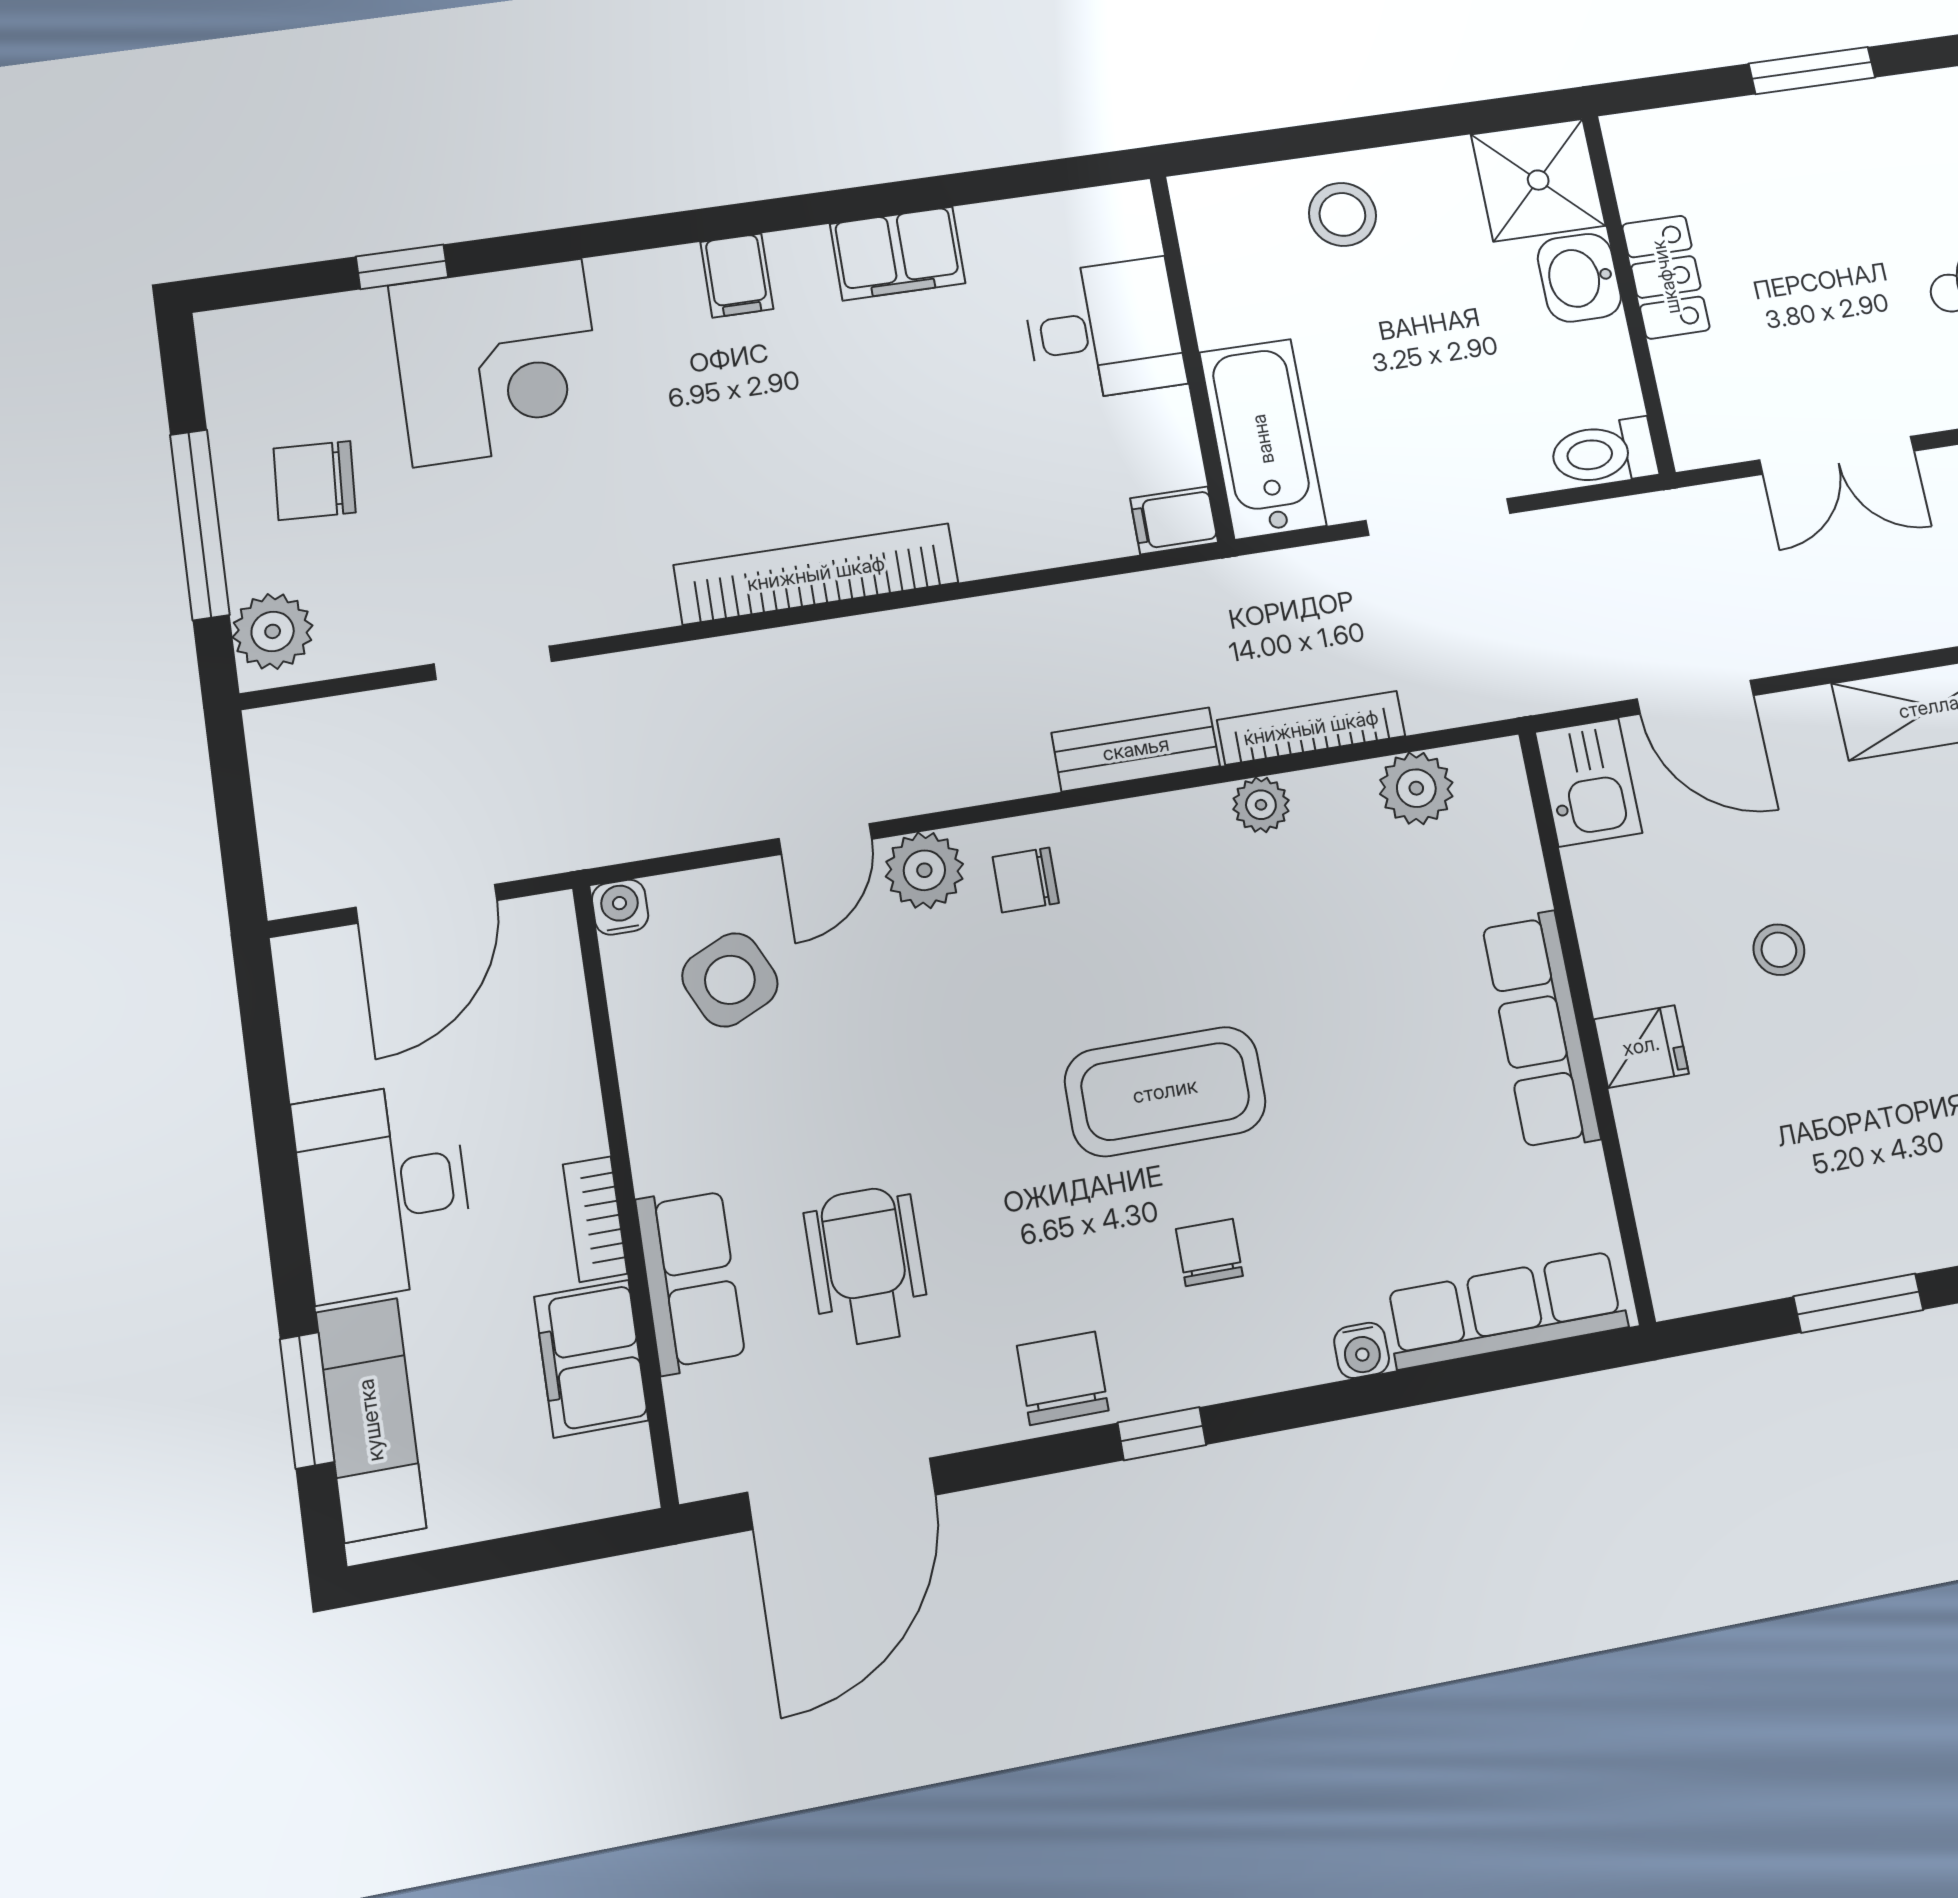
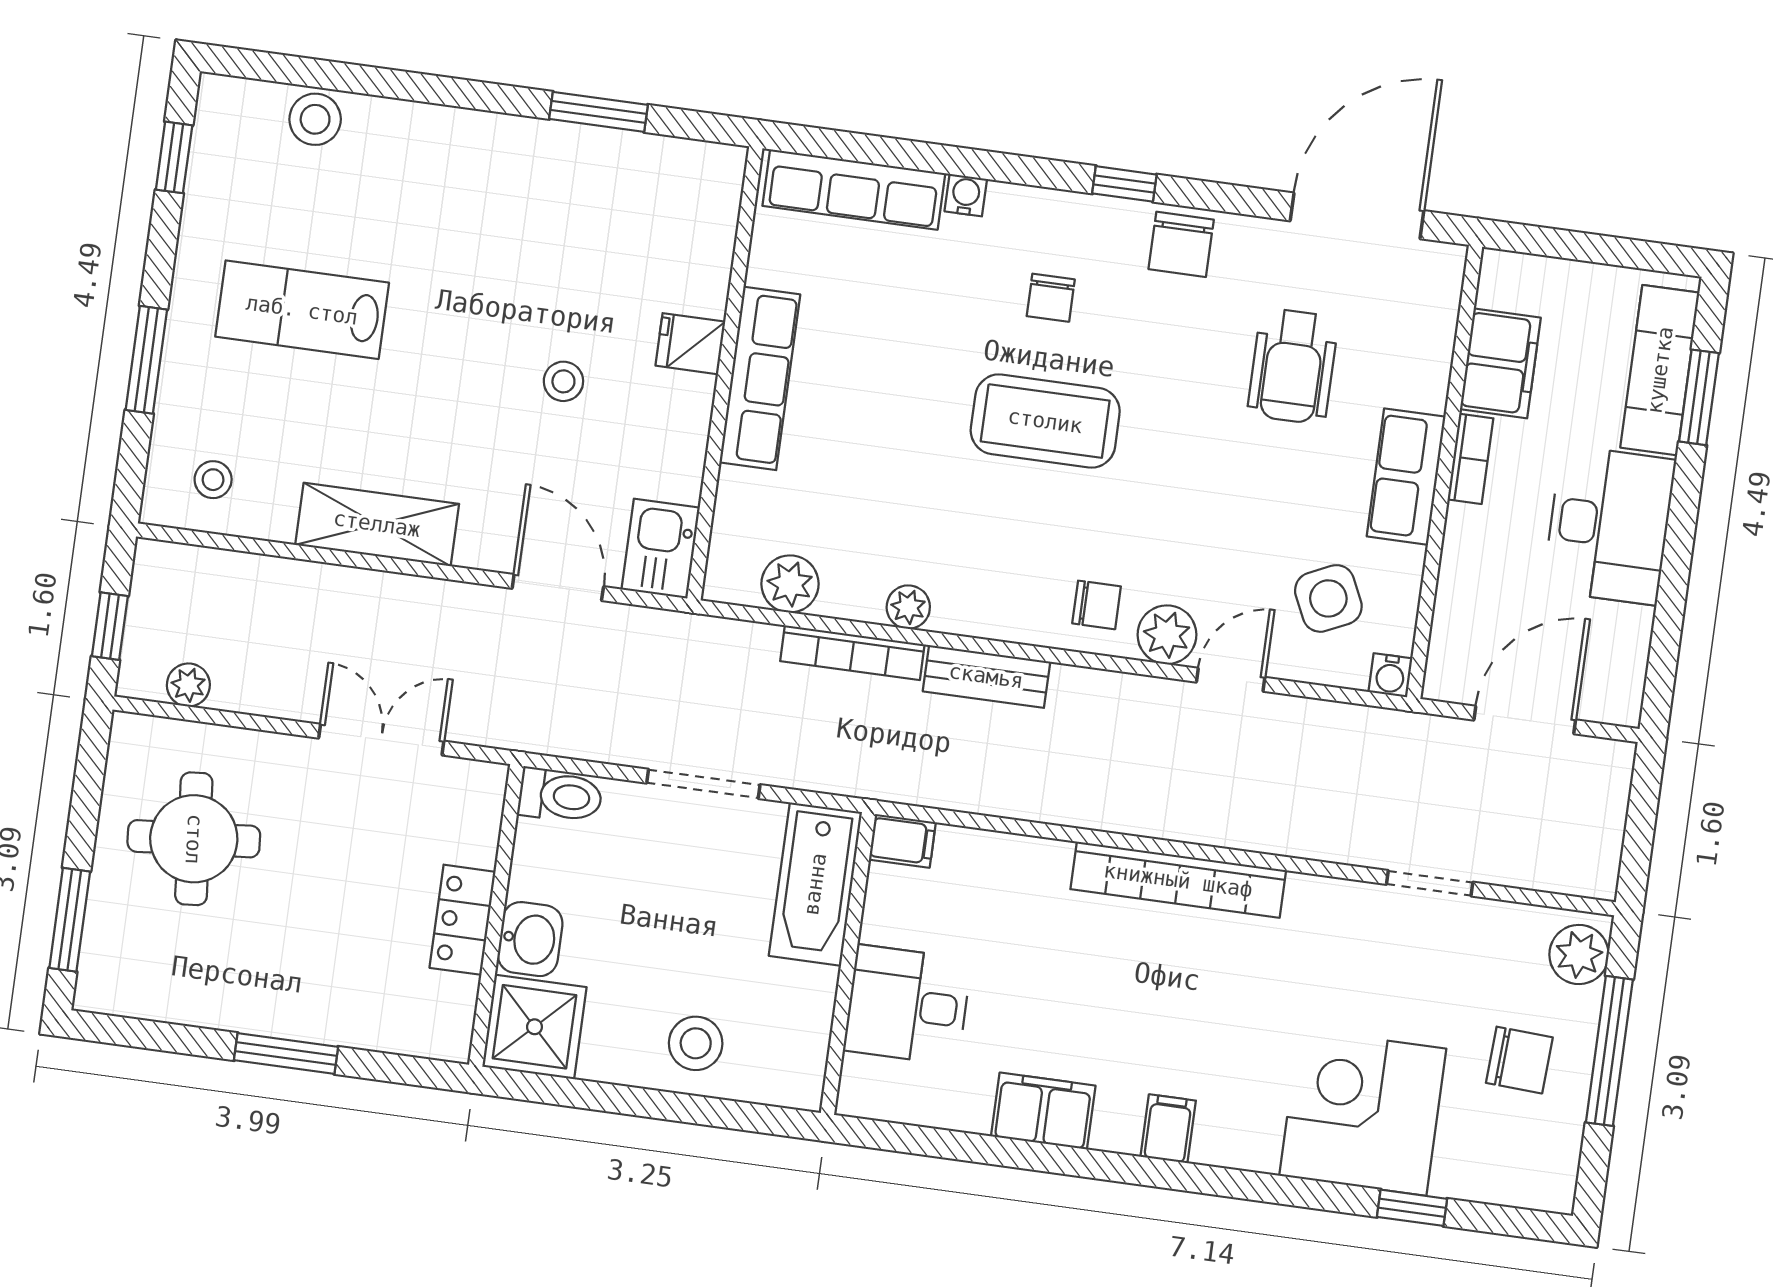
row of seats: (690, 1280) -> (1406, 477), moved

